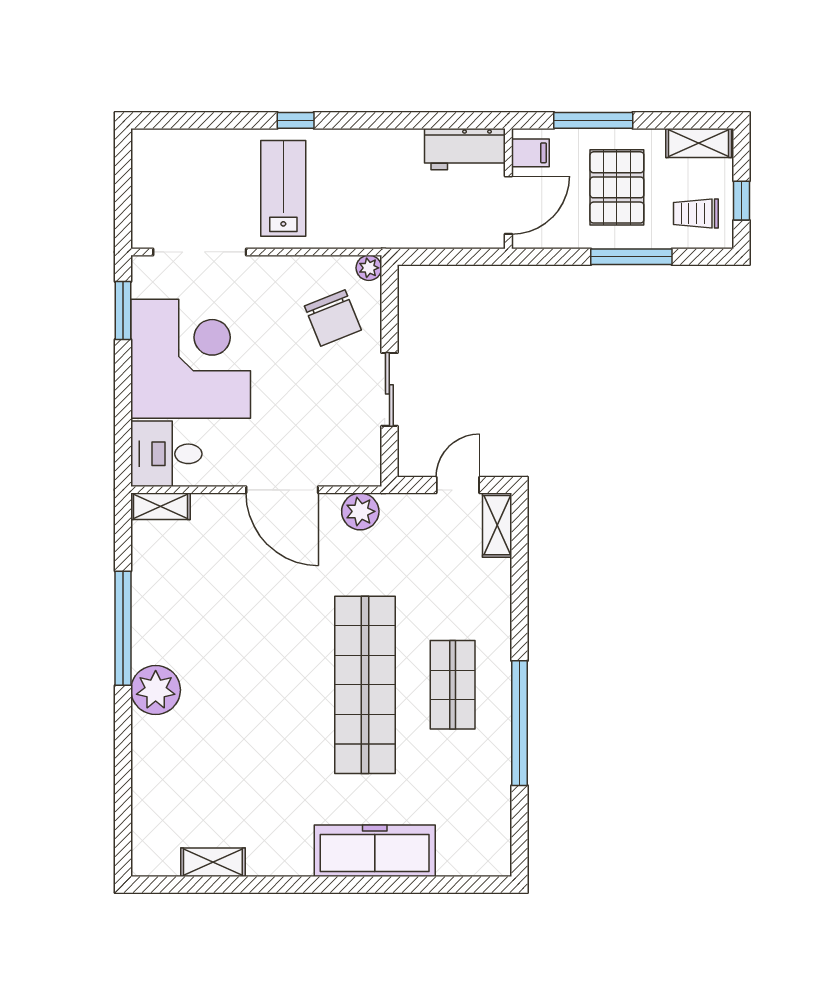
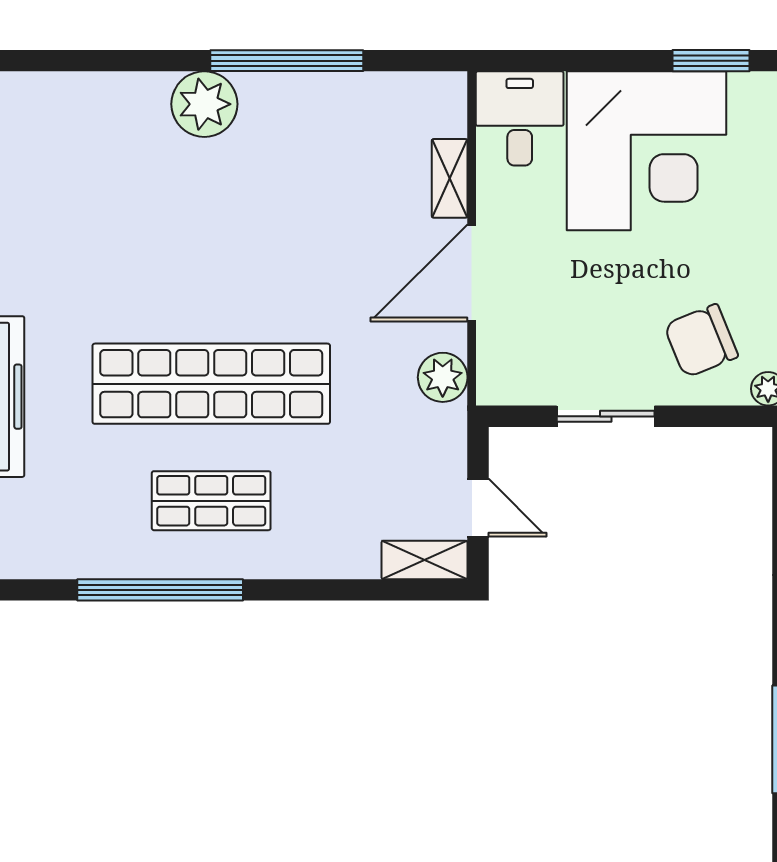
shelving: (161, 506) -> (450, 178), moved

